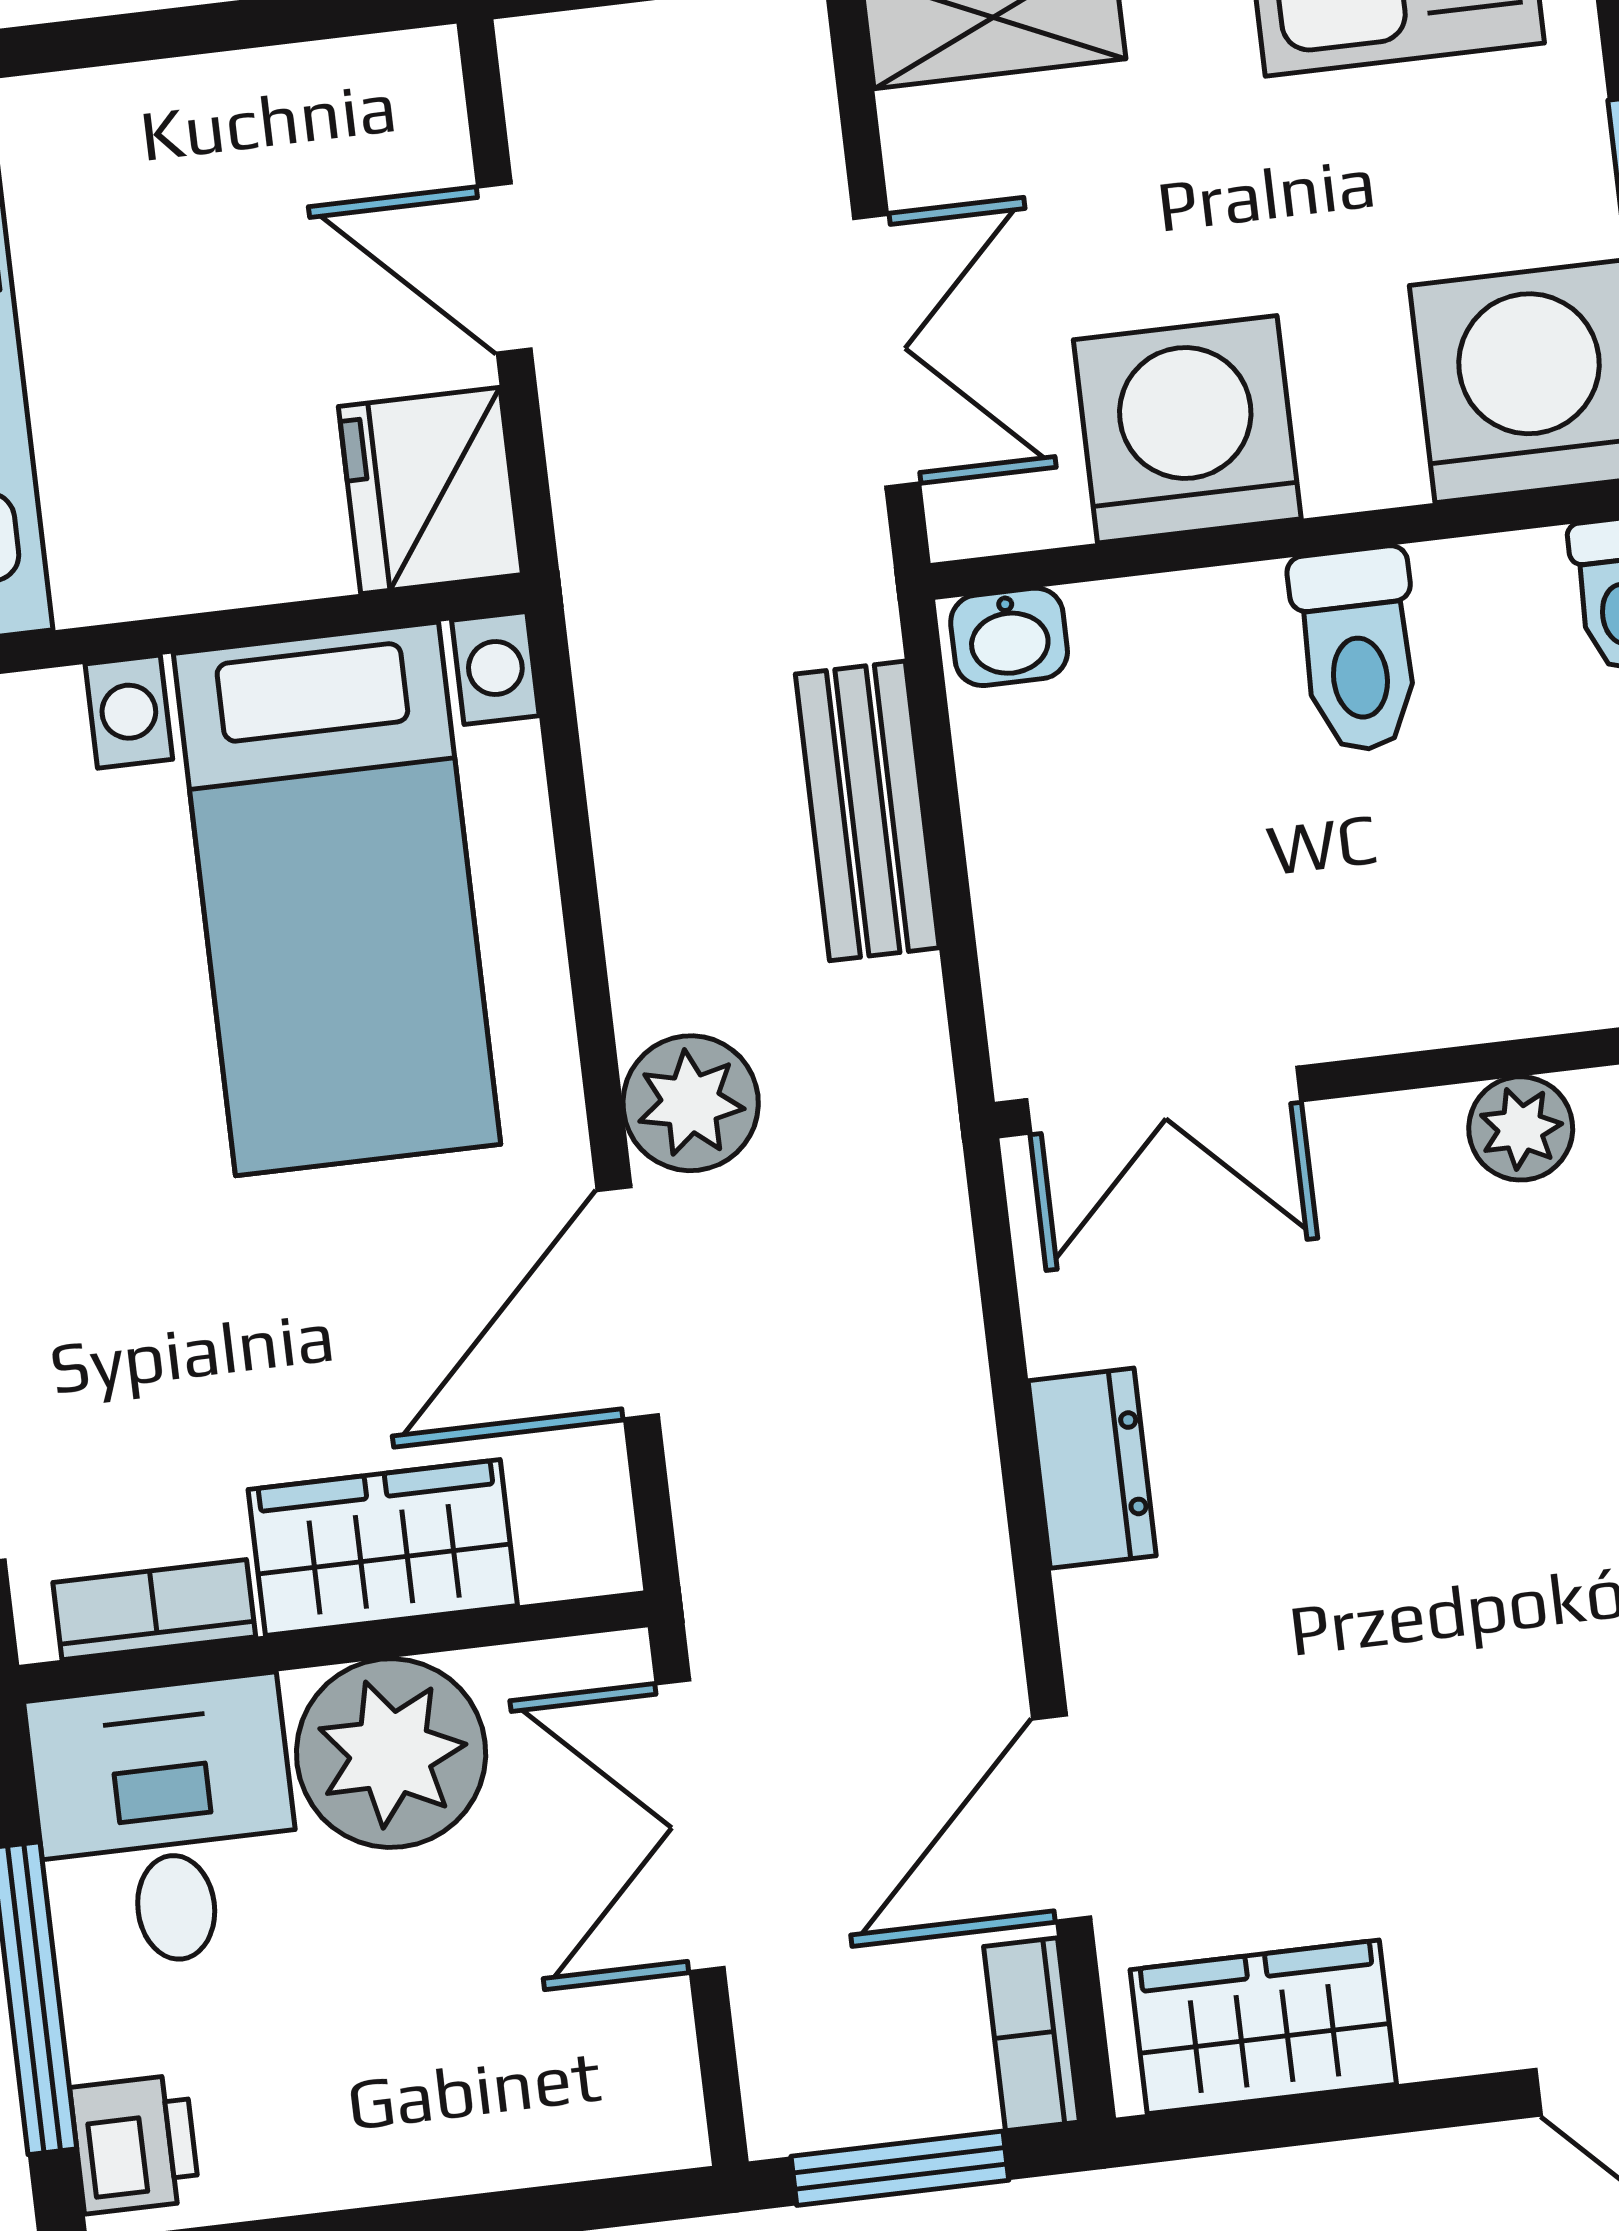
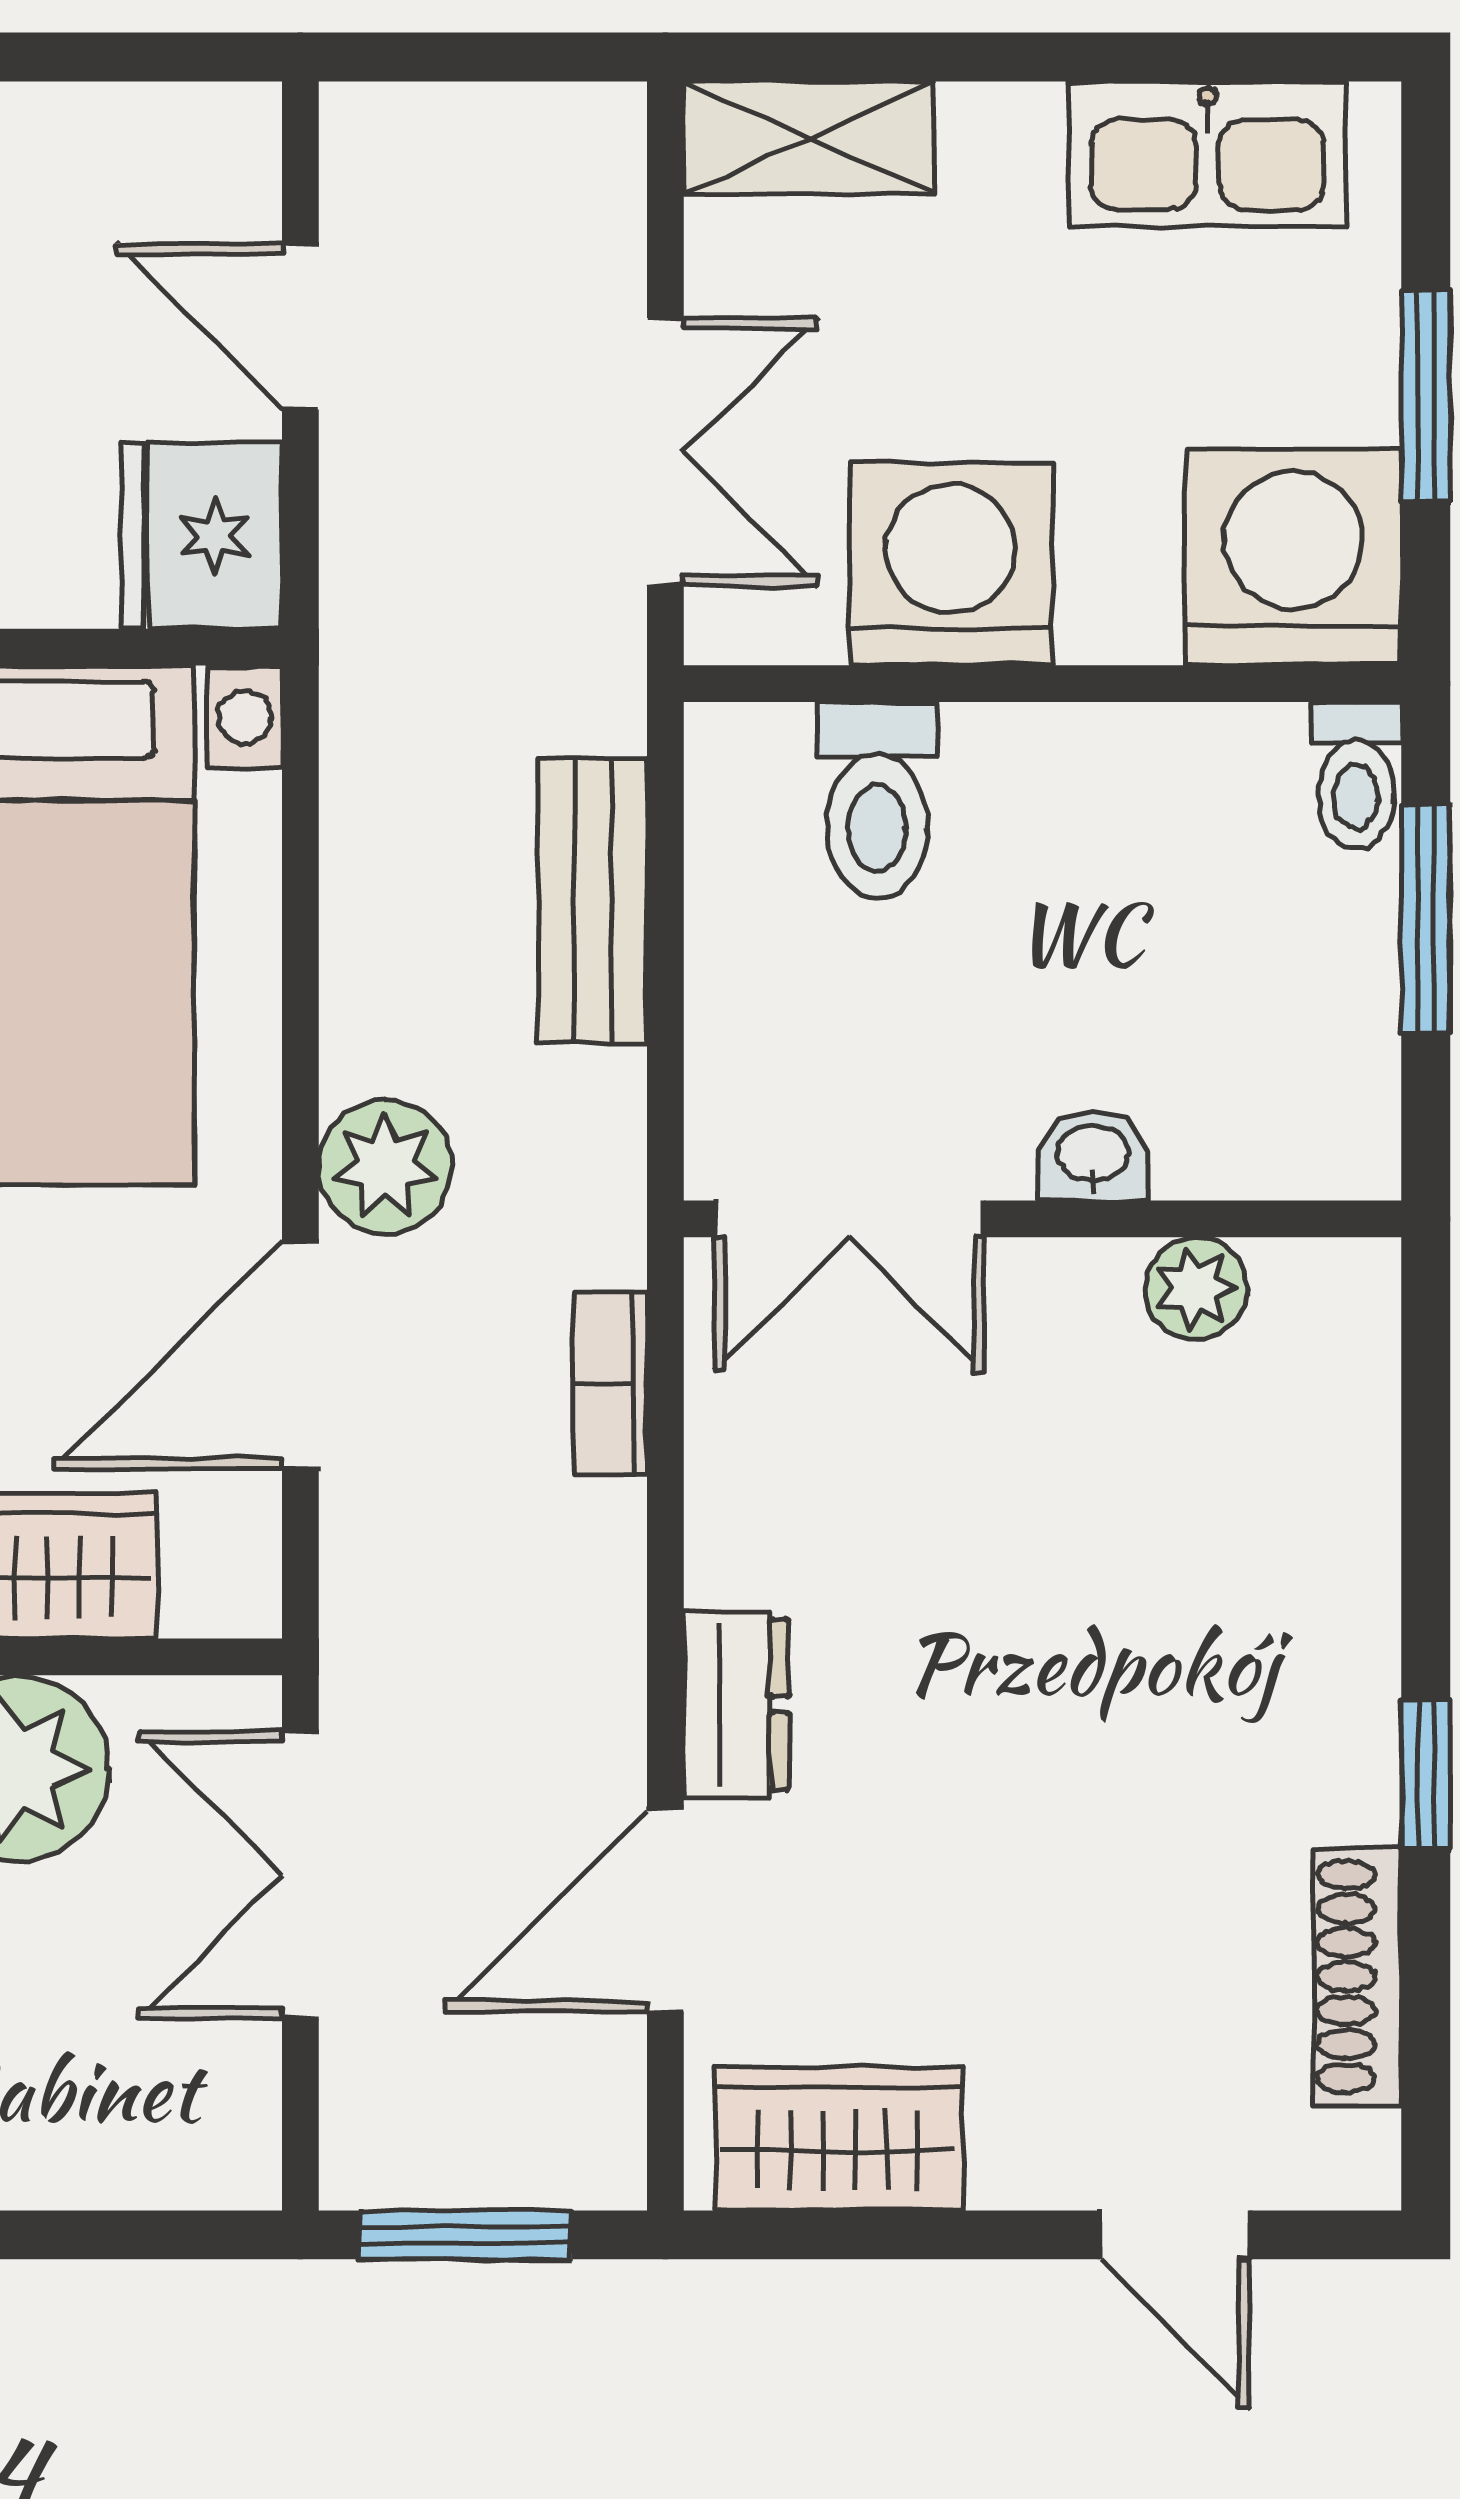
washbasin: (1009, 637) -> (1093, 1156), moved, turned 180
toilet: (1357, 650) -> (877, 800), moved
dresser: (1092, 1468) -> (736, 1705), moved
bookcase: (1031, 2034) -> (610, 1384), moved

